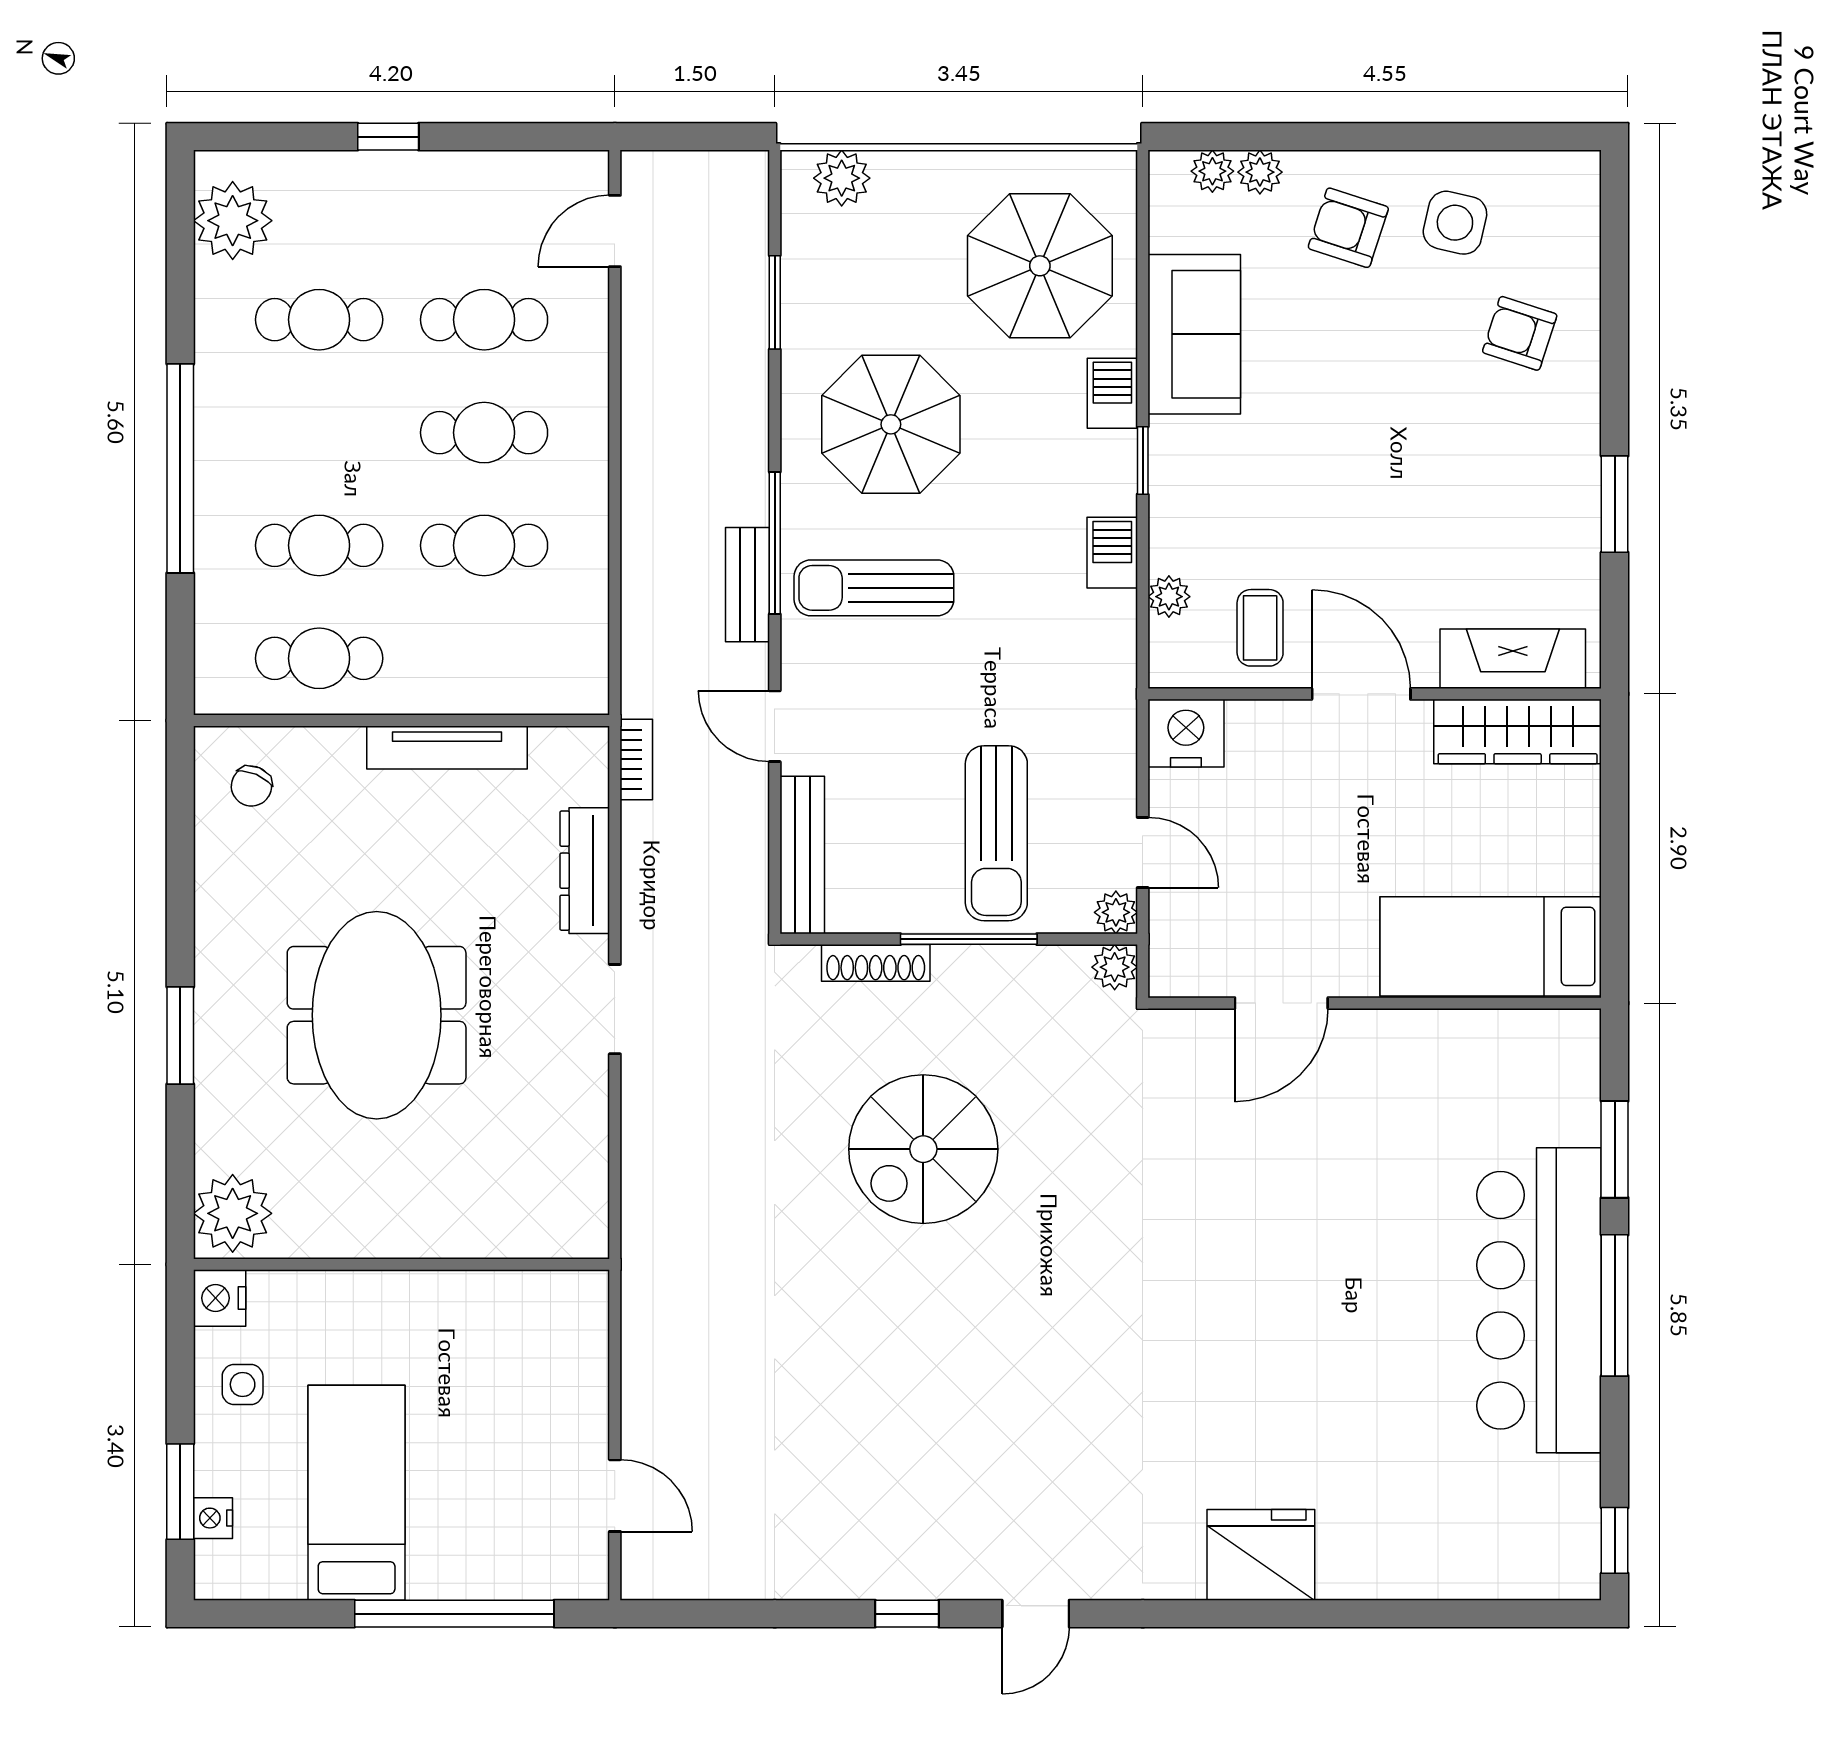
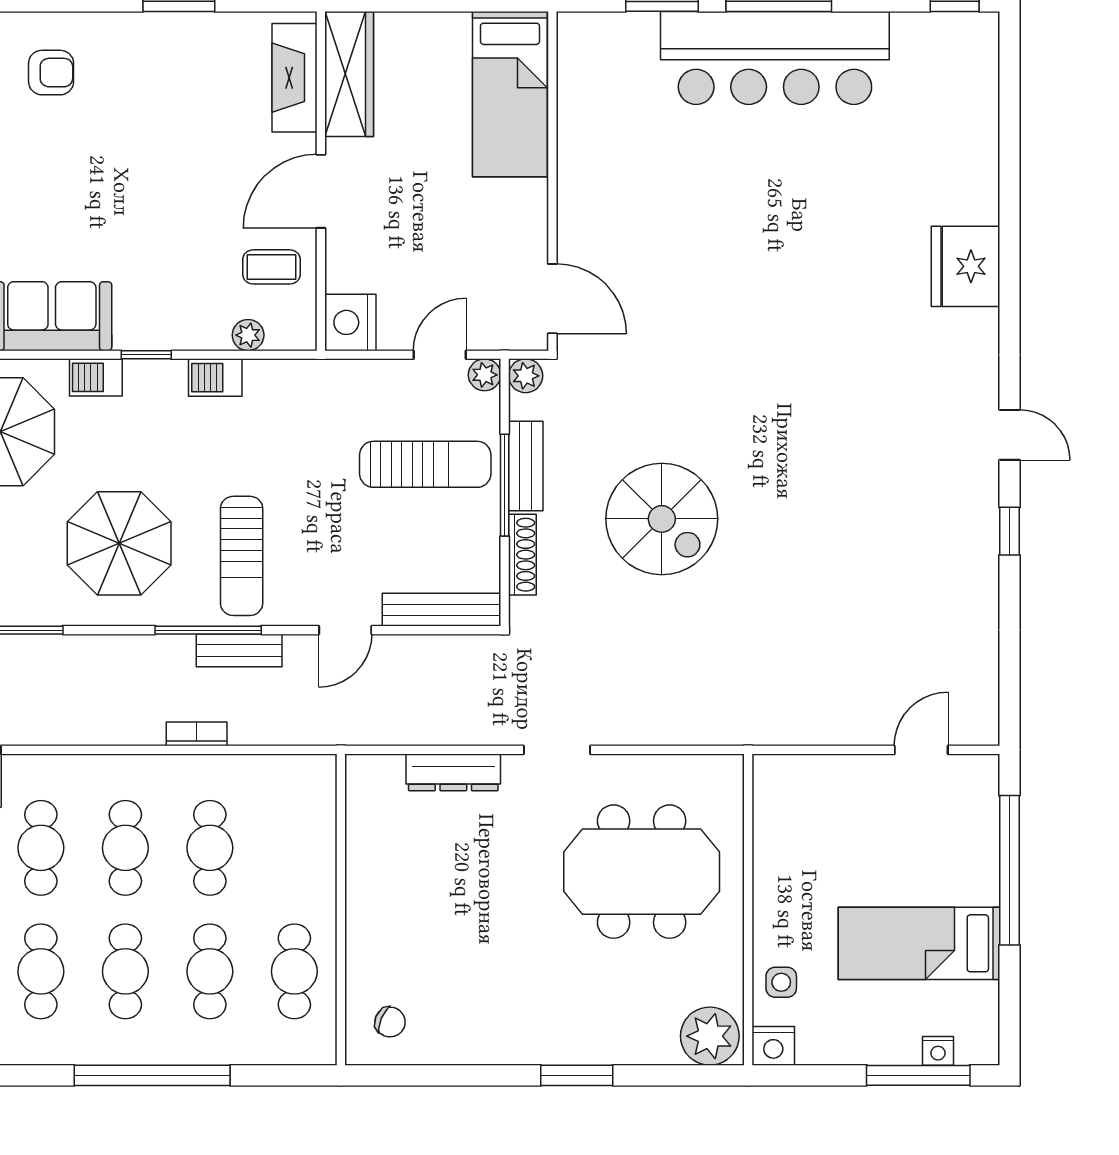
armchair: (1520, 333) -> (51, 73), turned -108
cafe table: (319, 433) -> (125, 971), added
tv unit: (447, 748) -> (361, 876), removed
bookcase: (636, 759) -> (197, 734), moved
bench: (994, 967) -> (526, 466), added
door: (1281, 1003) -> (552, 299), moved
meeting table: (377, 1015) -> (642, 872), moved
side table: (243, 1384) -> (781, 982), moved
window: (180, 1492) -> (918, 1075), width x1.44

